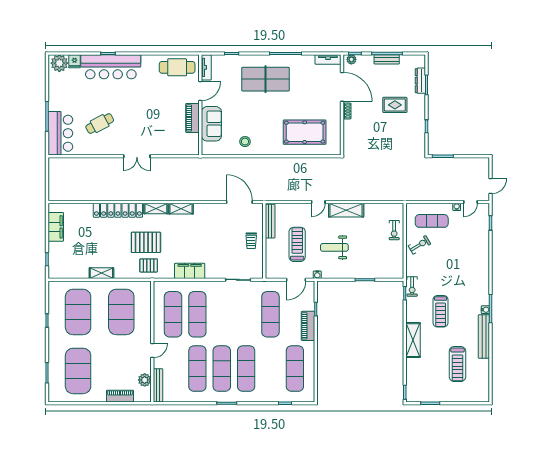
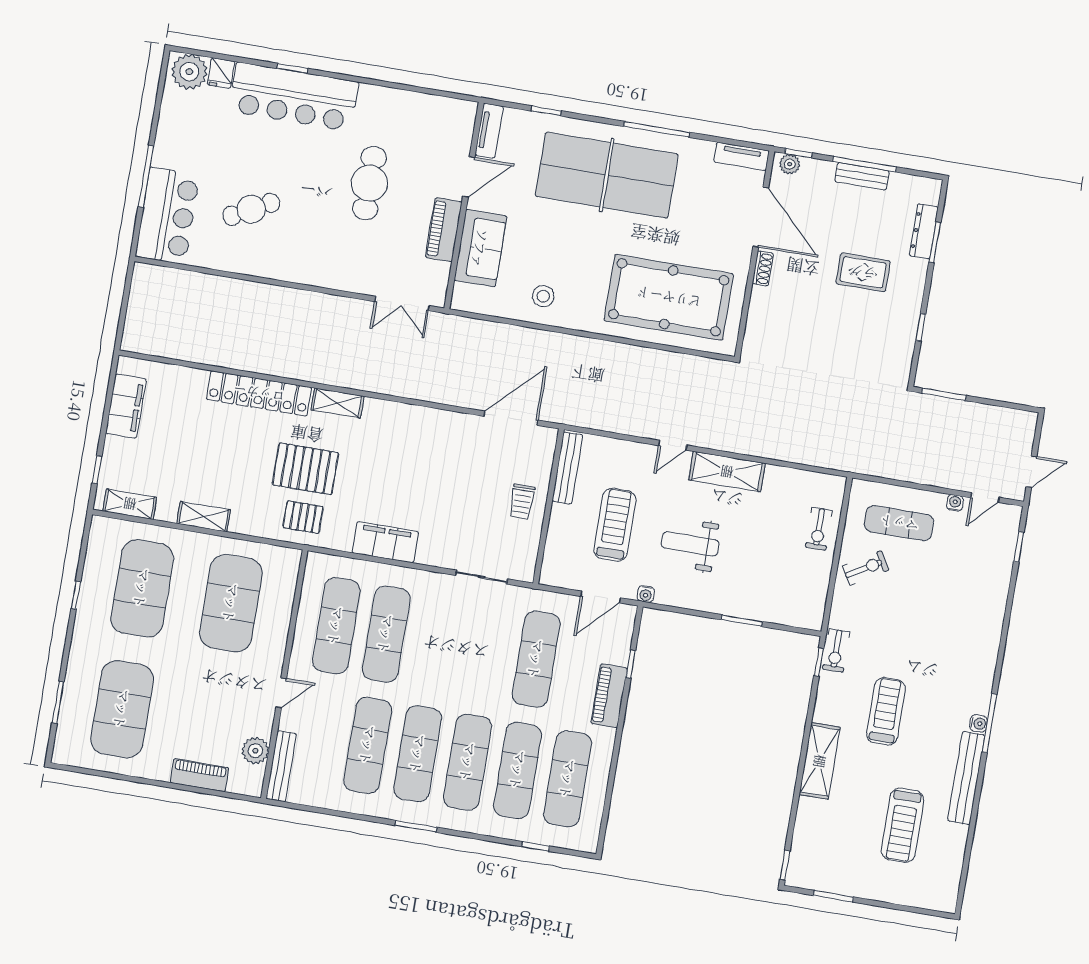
cafe table: (177, 67) -> (369, 183), moved, turned 90
table tennis table: (265, 79) -> (607, 175), width x1.36, depth x1.32
pool table: (305, 132) -> (669, 297), width x1.36, depth x1.32
double door: (137, 156) -> (402, 304), moved
door: (239, 202) -> (511, 418), hinge flipped
shelving: (181, 209) -> (130, 504), moved
treadmill: (441, 311) -> (886, 711), turned 180
exercise mat: (270, 369) -> (518, 770), added

